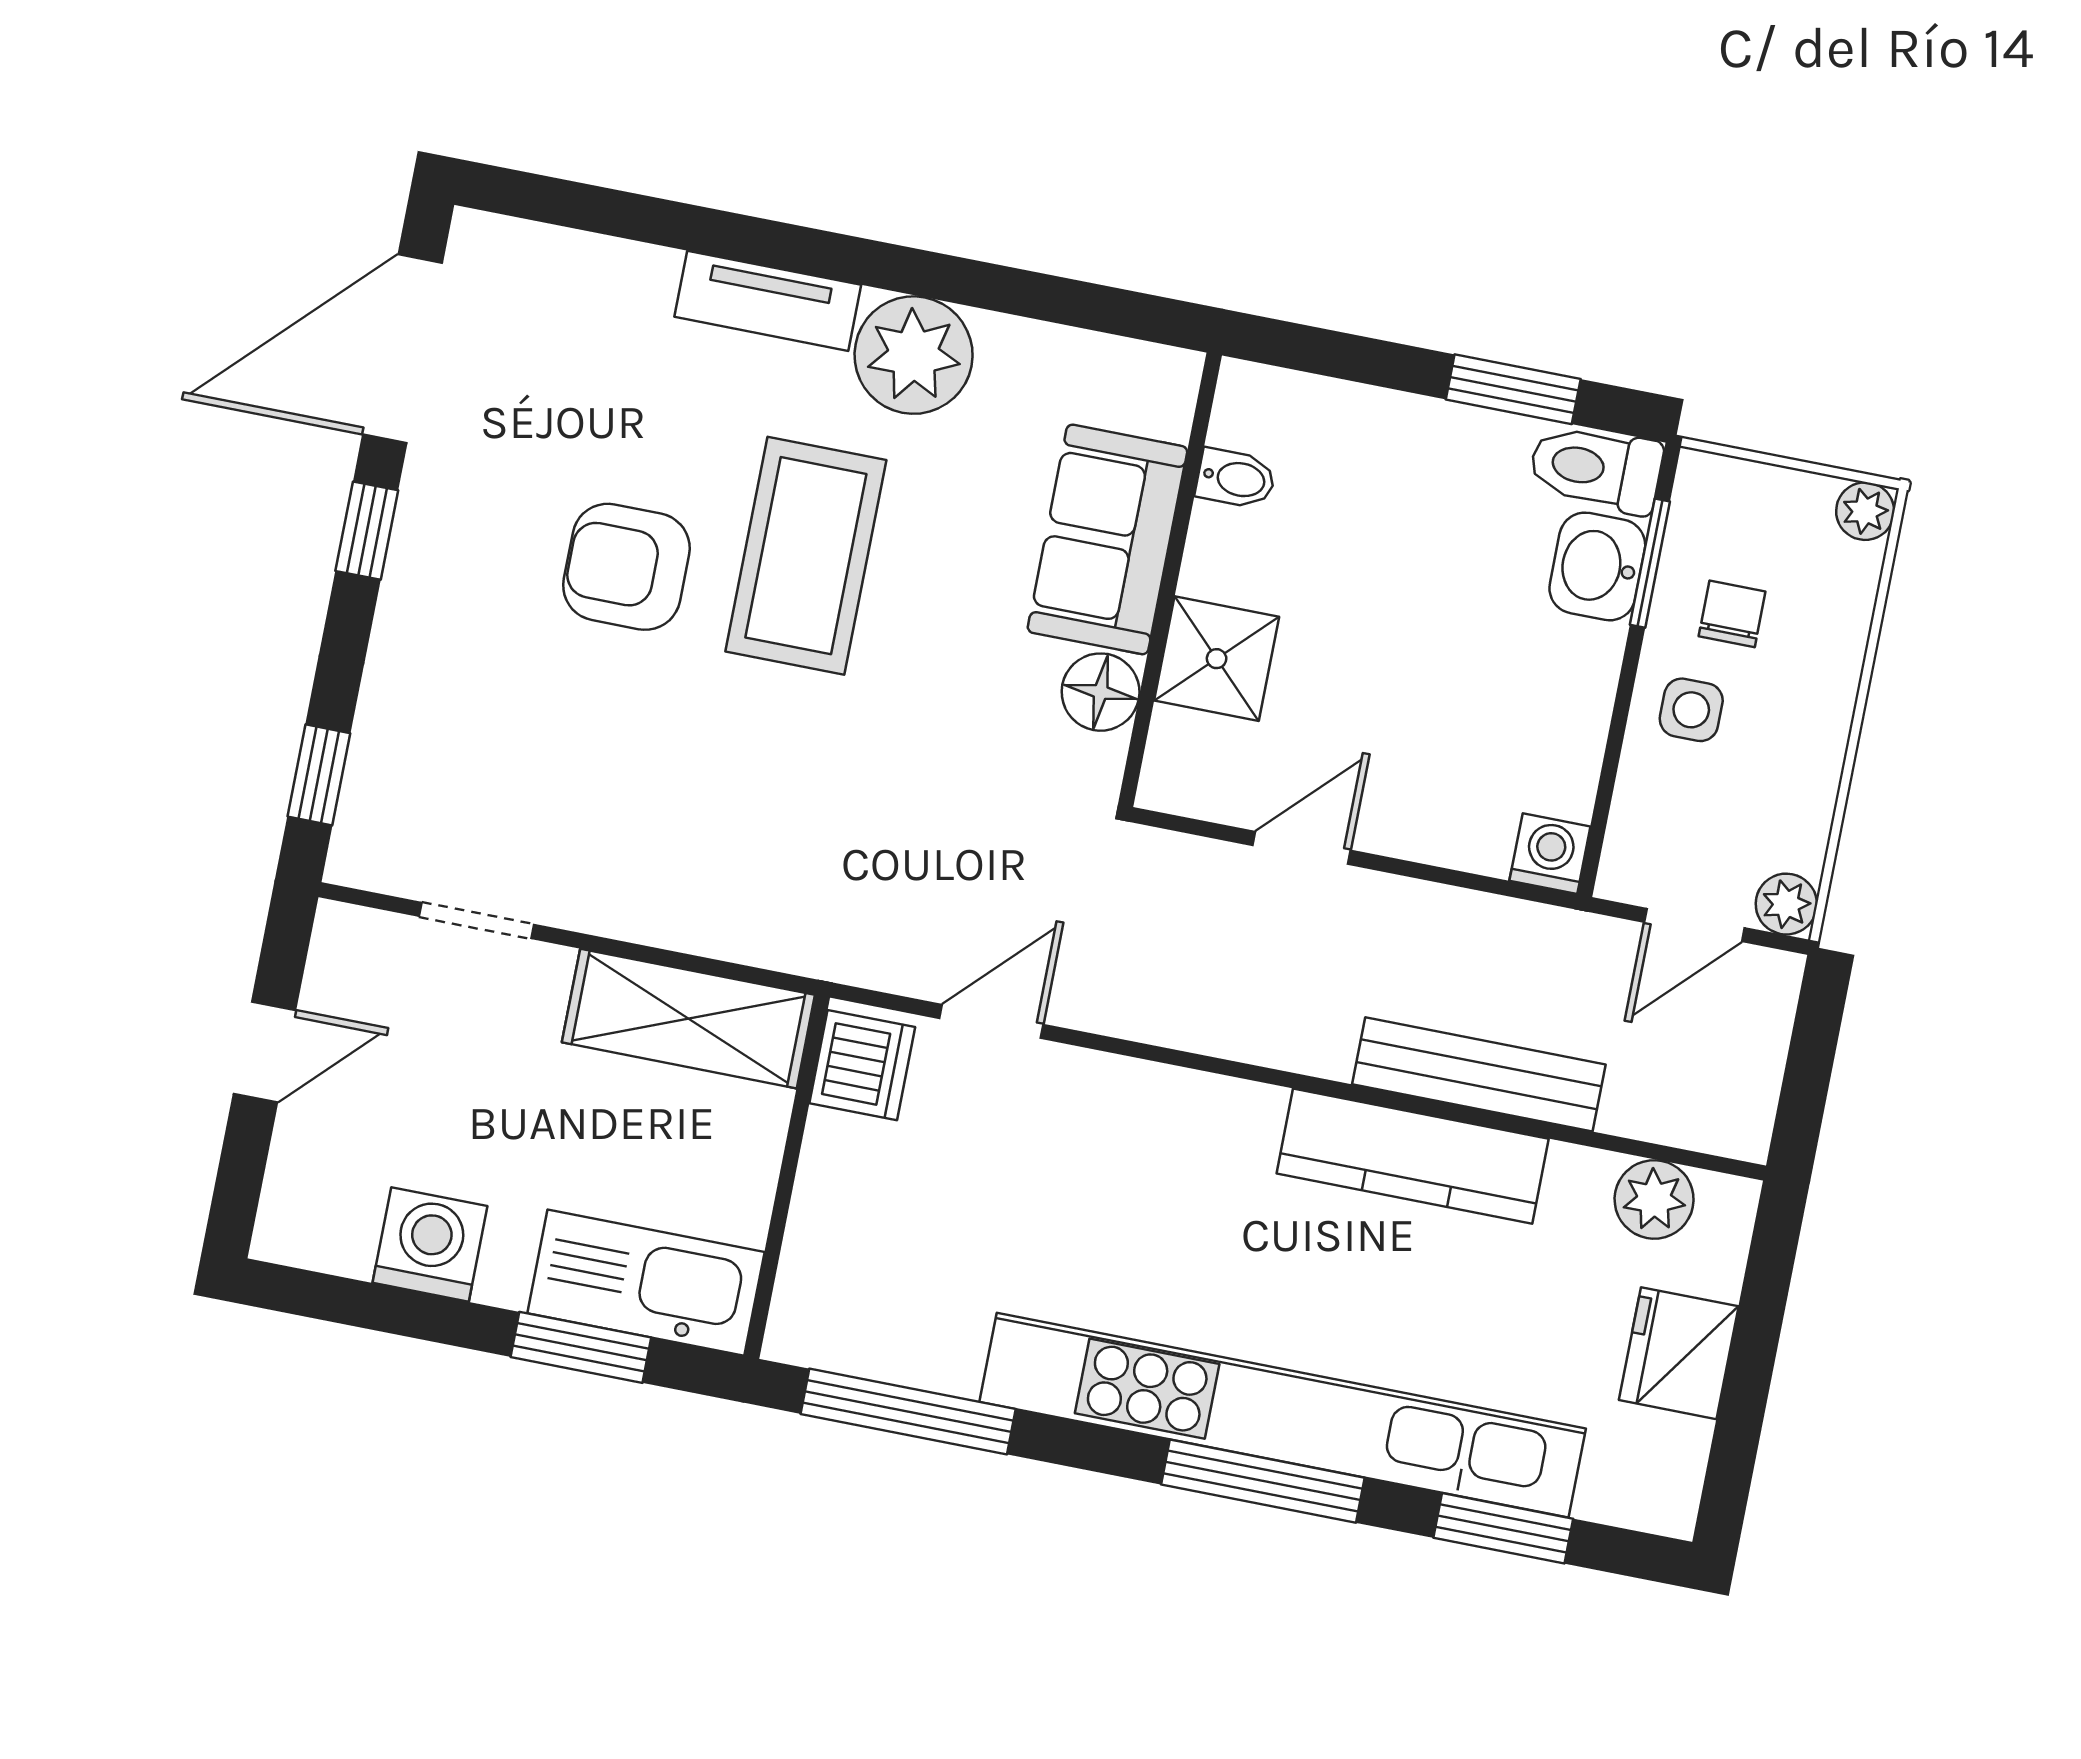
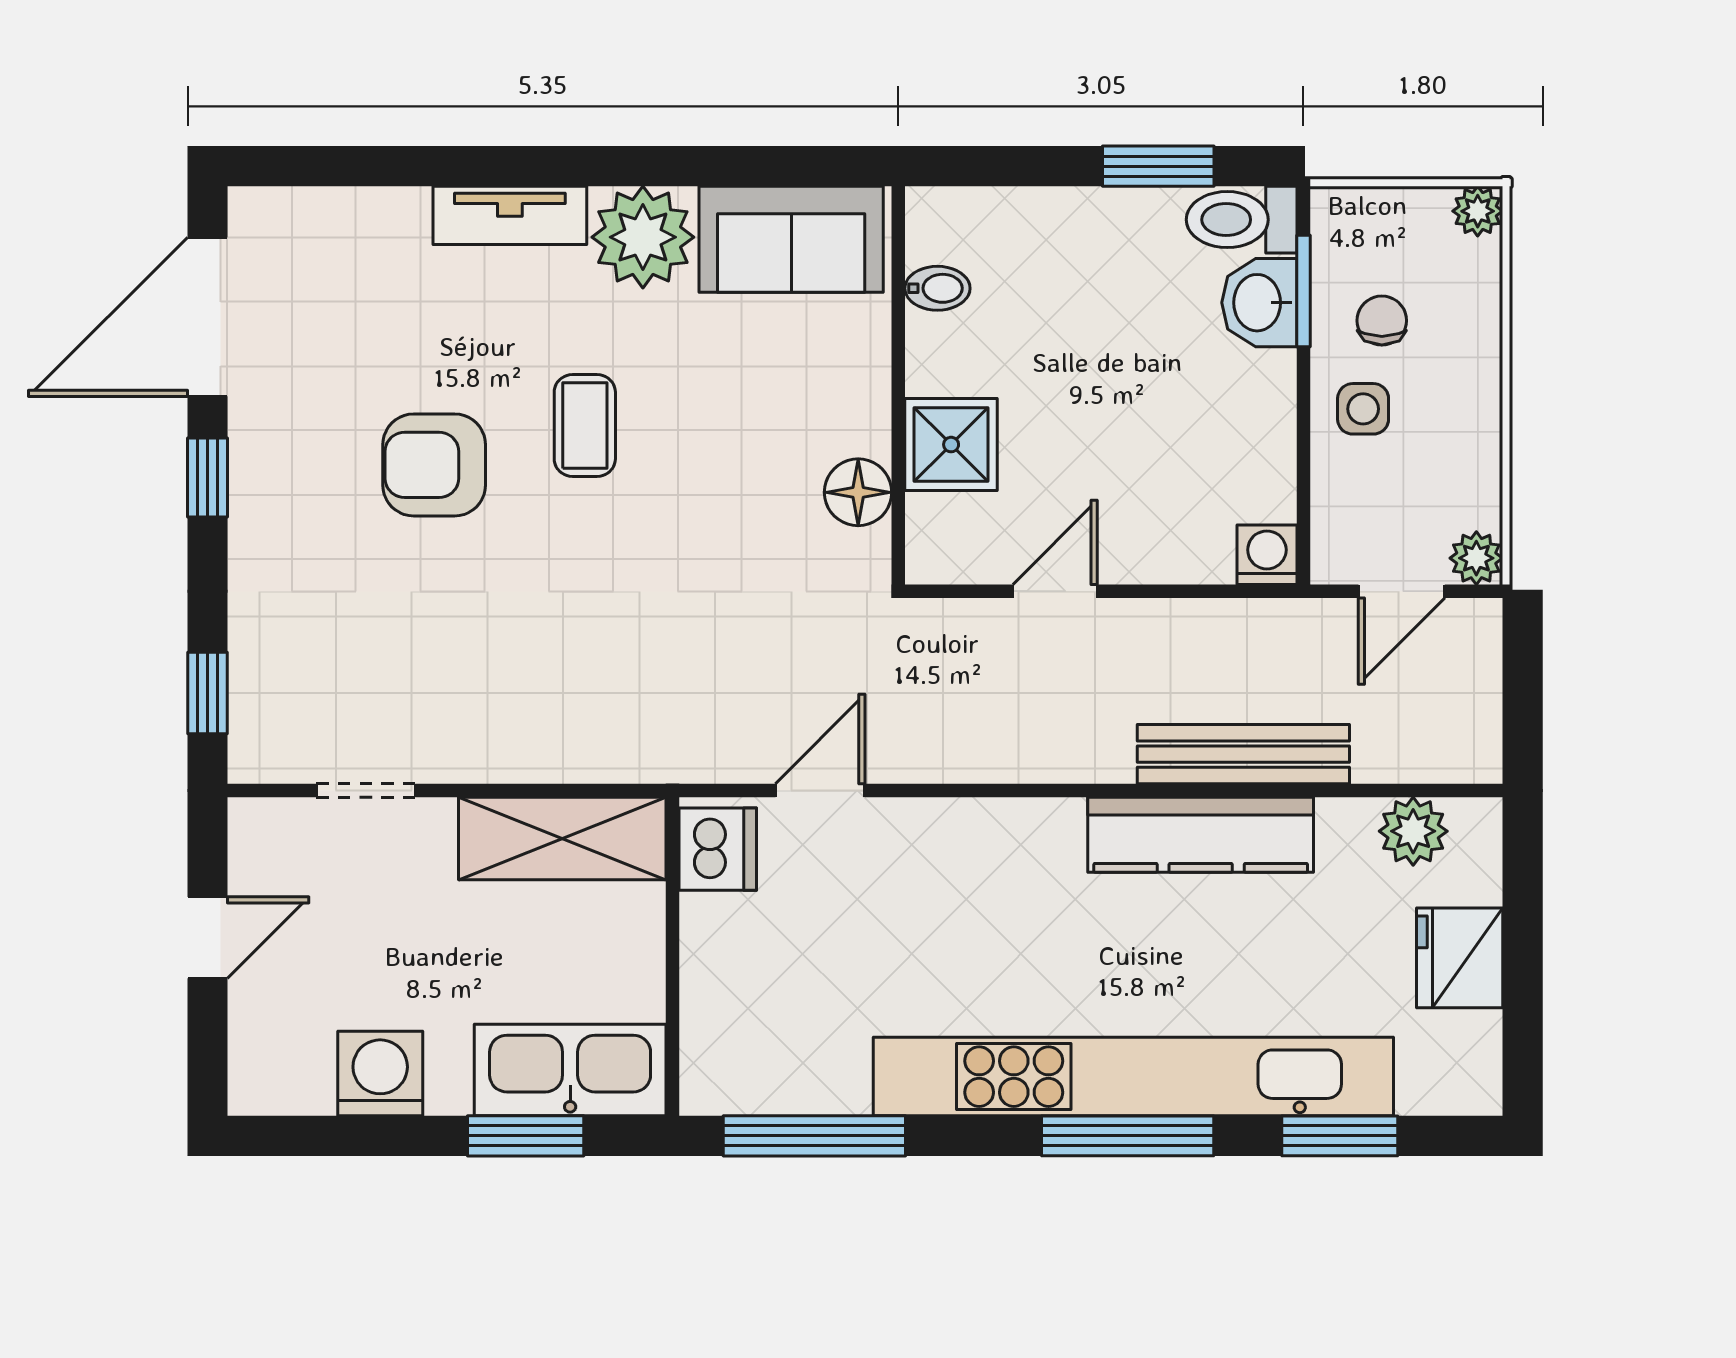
sofa: (1107, 539) -> (791, 239), moved, turned -90
coffee table: (806, 556) -> (585, 426), width x0.54, depth x0.58

